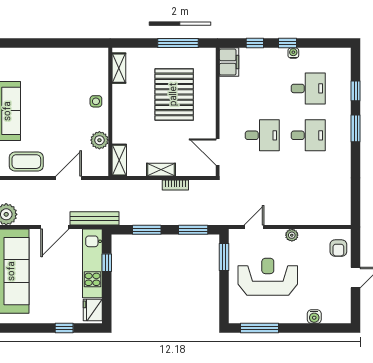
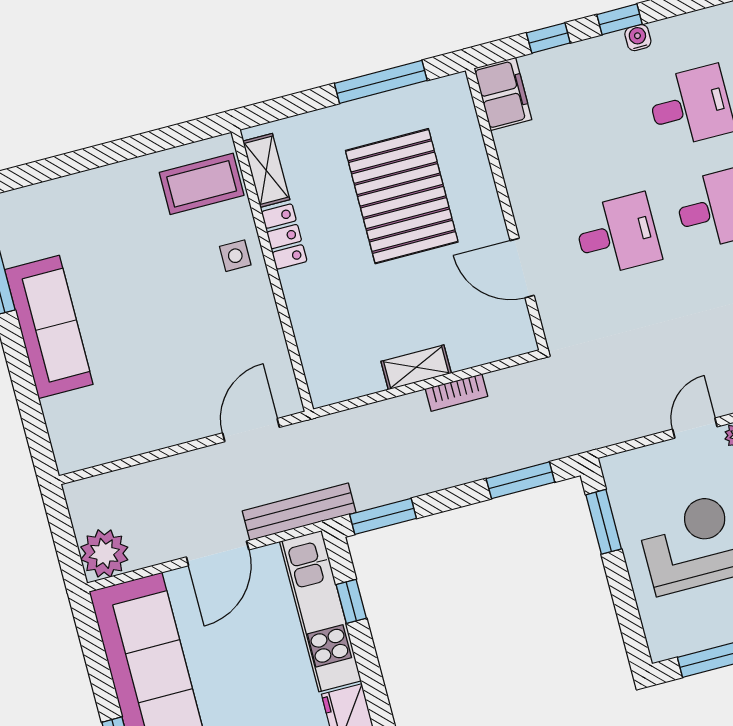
locker: (119, 99) -> (284, 237), added
plant: (99, 140) -> (265, 339), removed
door: (218, 152) -> (522, 268), moved
shelving: (119, 160) -> (320, 370), removed
coffee table: (26, 162) -> (202, 184), moved
door: (69, 178) -> (251, 430), moved
door: (254, 227) -> (695, 428), moved
window: (147, 230) -> (383, 516), moved

